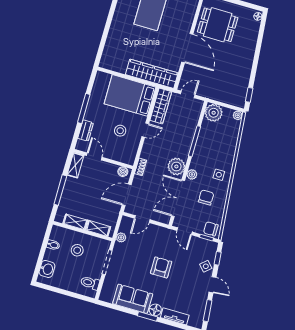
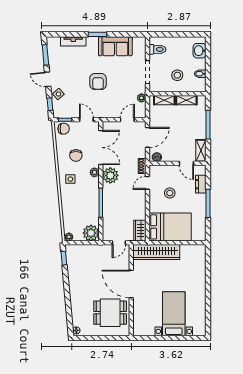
wardrobe: (161, 106) -> (140, 231), width x0.67
door: (145, 130) -> (148, 183), moved
floor lamp: (155, 310) -> (92, 42), removed

